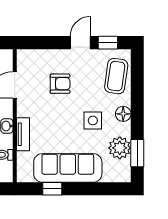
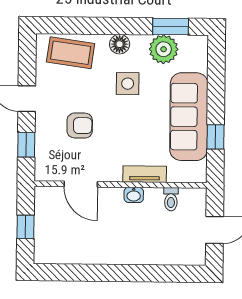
window: (108, 43) -> (26, 145), moved
armchair: (60, 84) -> (80, 126), turned 90

